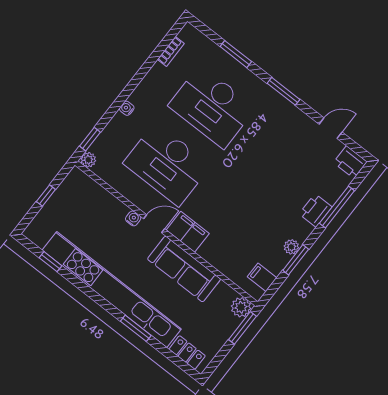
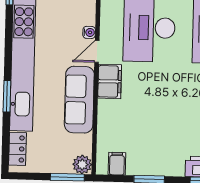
door: (154, 224) -> (97, 51), swing flipped
plant: (291, 247) -> (157, 169), removed

